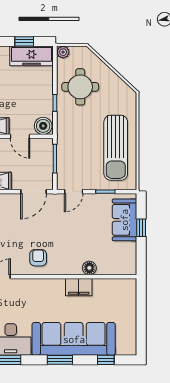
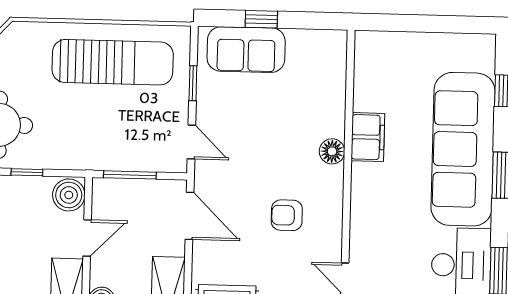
armchair: (38, 258) -> (287, 215), moved
floor lamp: (89, 268) -> (332, 151), moved

